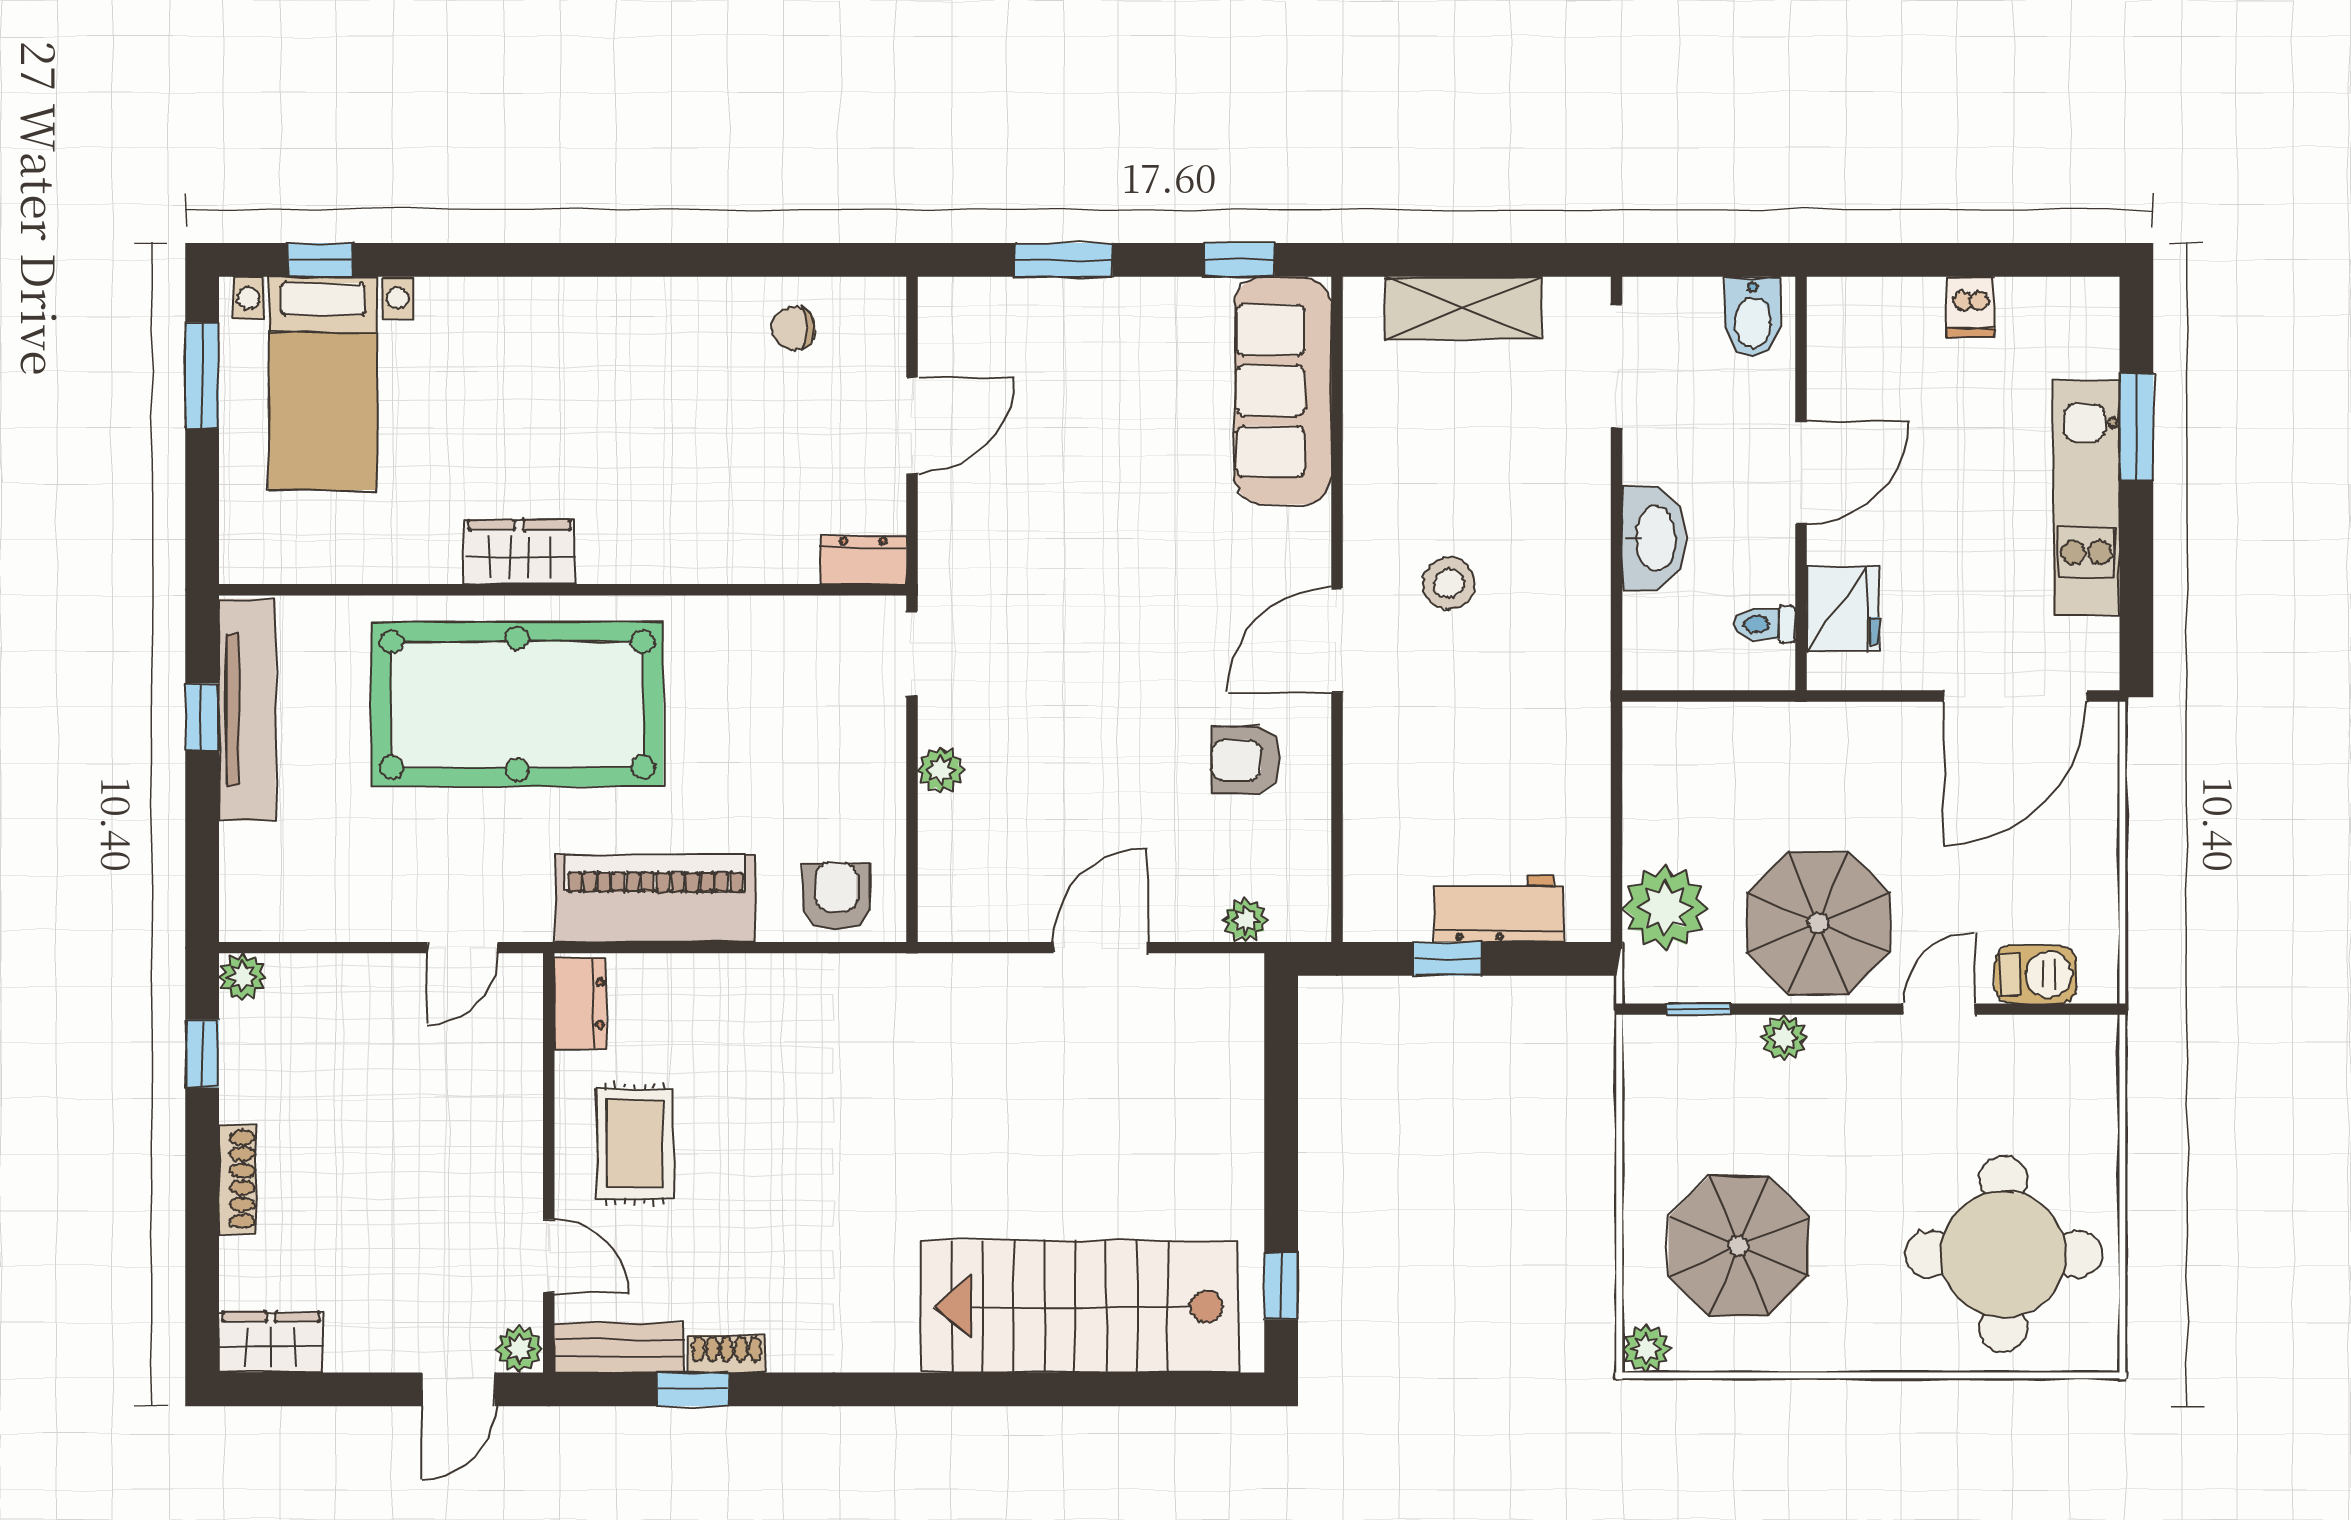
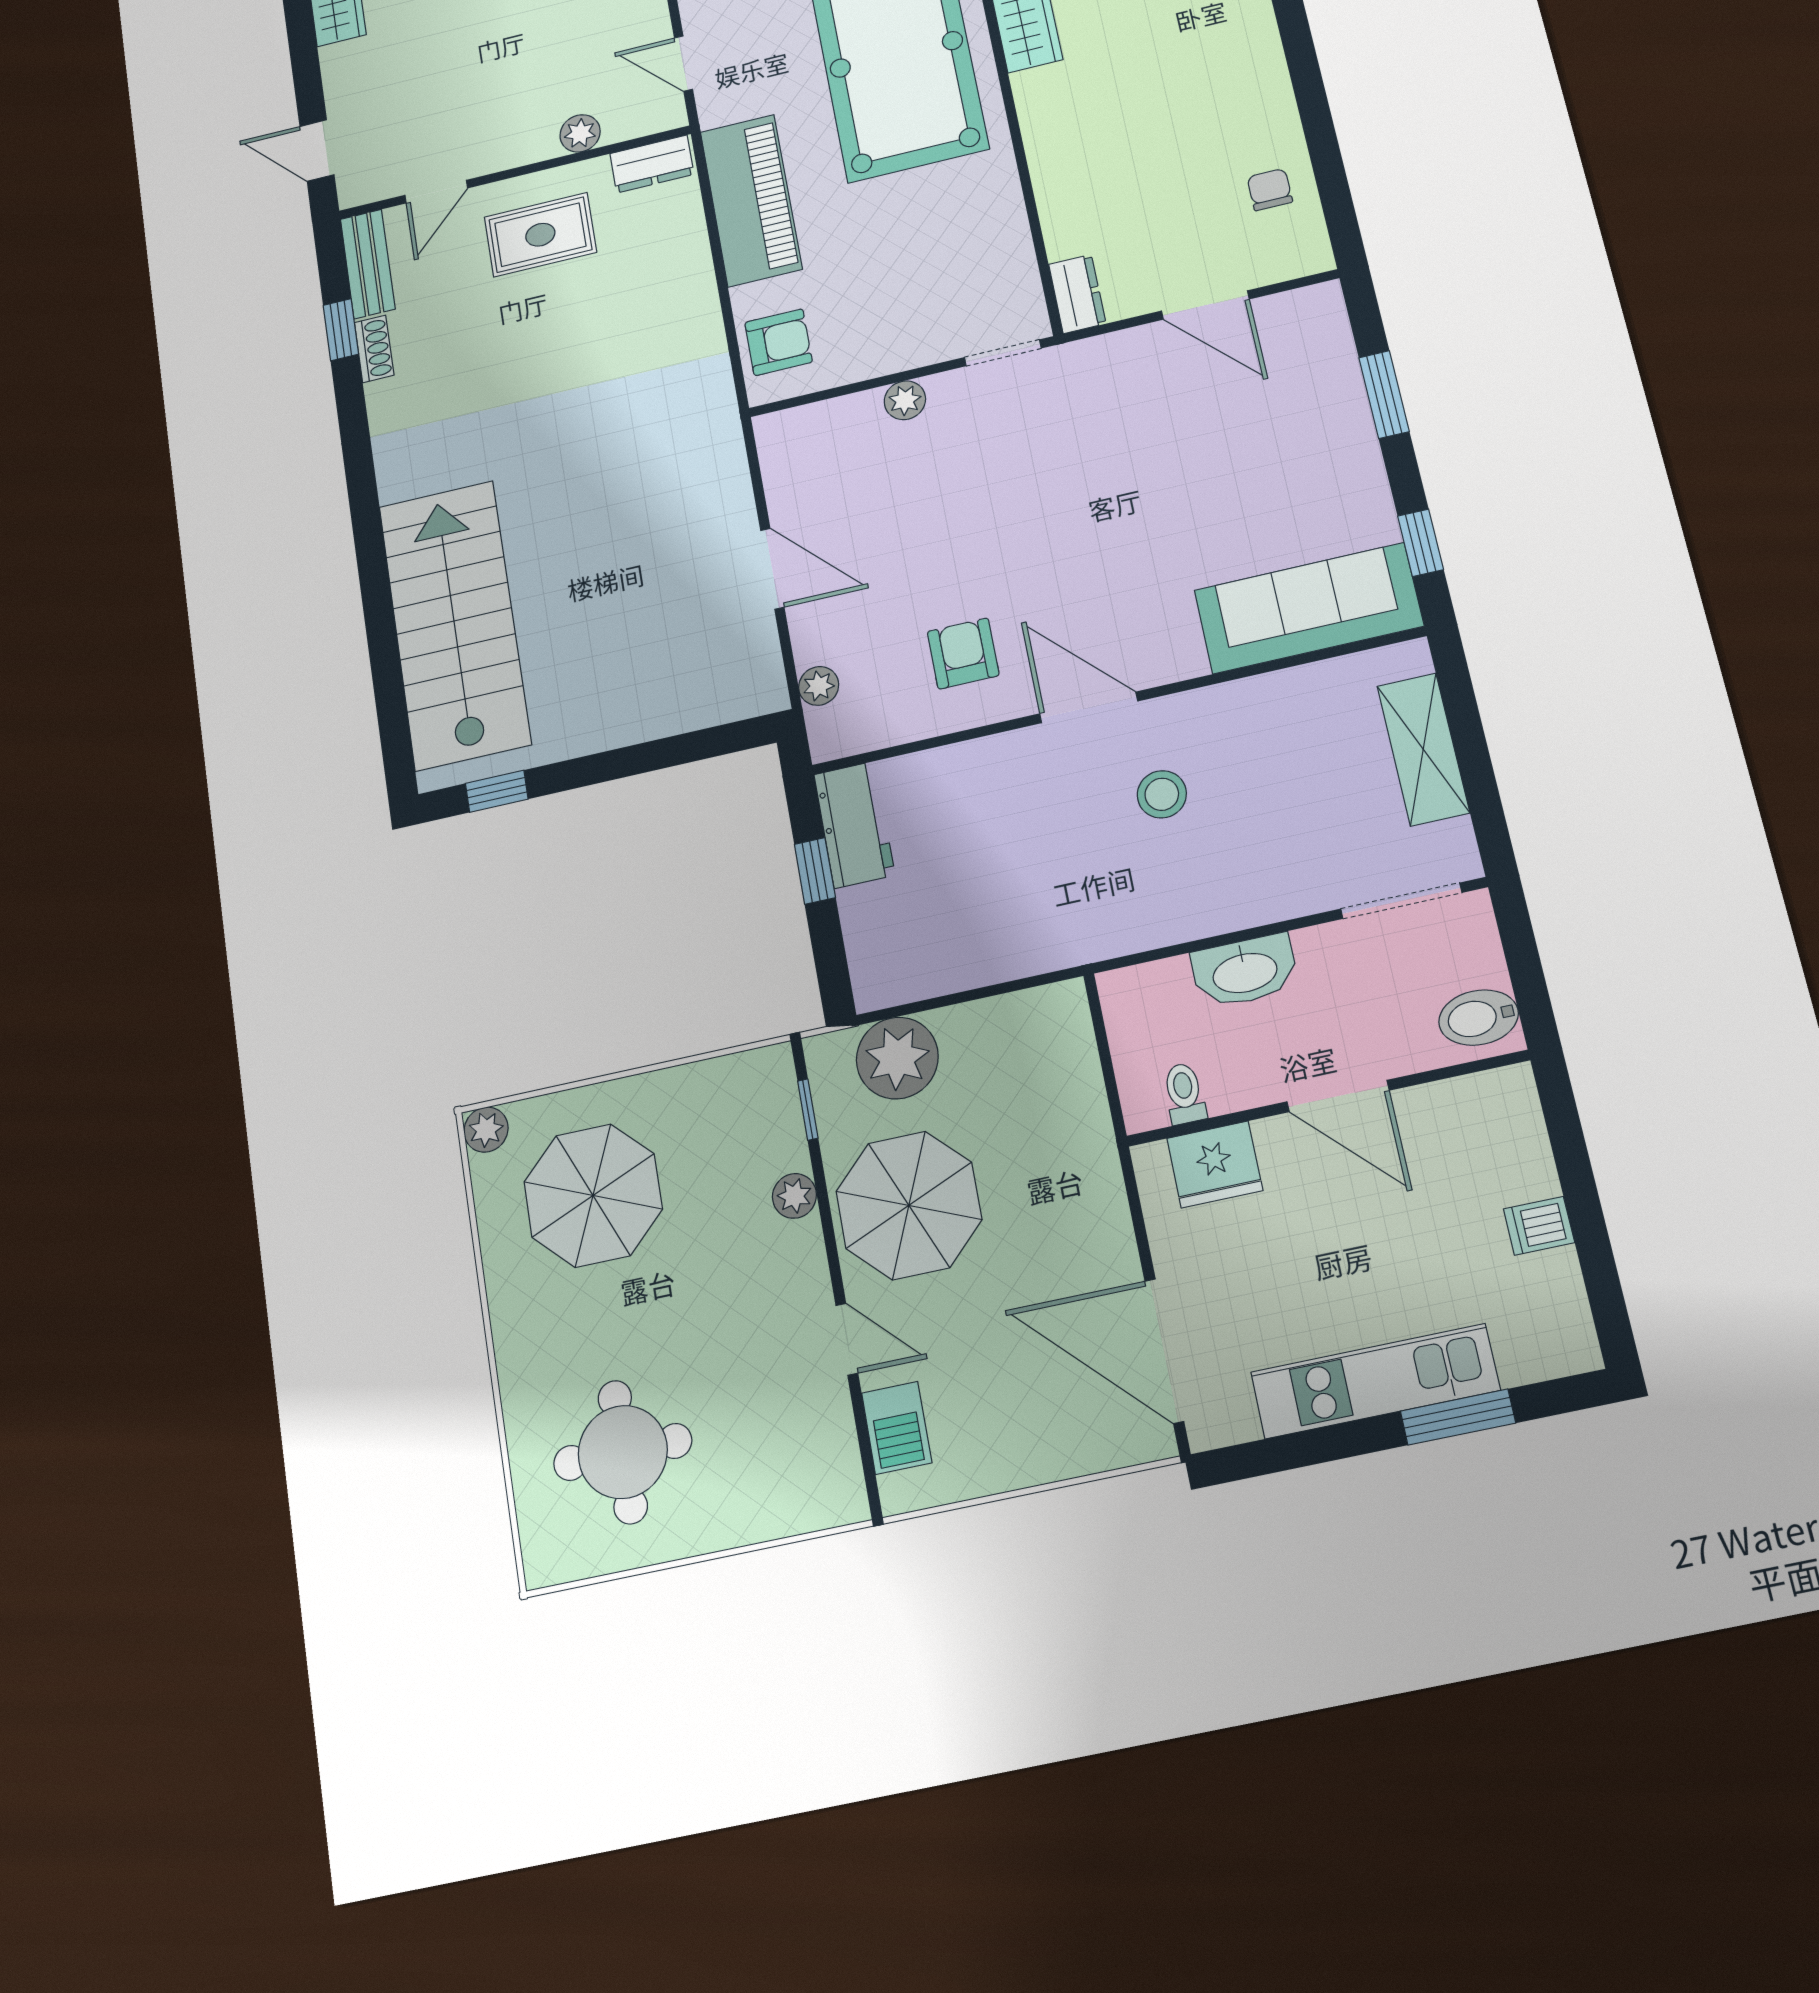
workbench: (1499, 909) -> (854, 825), moved
round table: (2003, 1254) -> (623, 1452), width x0.73, depth x0.73
plant: (519, 1349) -> (580, 133), moved

